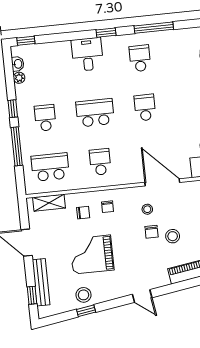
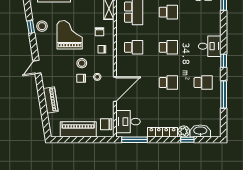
school desk: (95, 113) -> (168, 47), width x0.54
stool: (173, 236) -> (82, 63), moved

